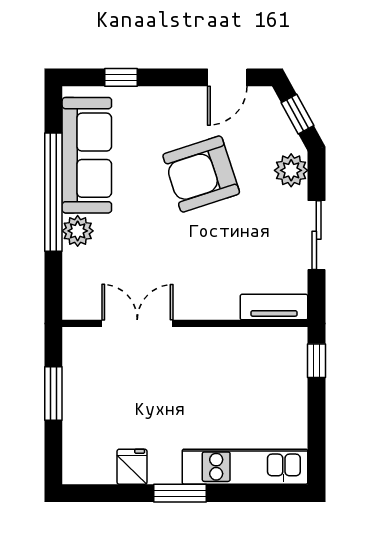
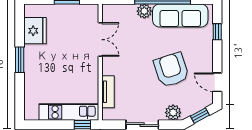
tv unit: (274, 307) -> (108, 92), moved
fridge: (132, 467) -> (35, 31), width x1.88, depth x1.34
kitchen unit: (245, 467) -> (69, 112), moved, turned -90

